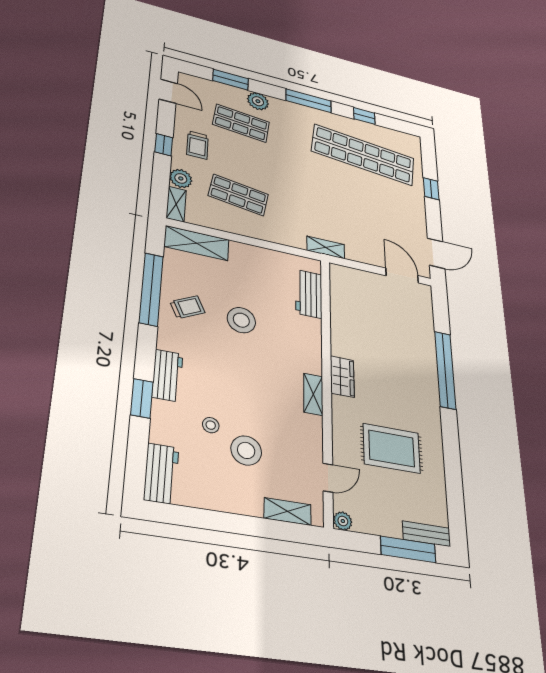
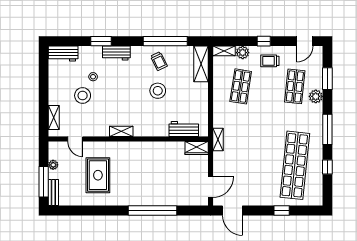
wardrobe: (342, 377) -> (197, 148), moved
plant: (343, 521) -> (53, 165), moved

